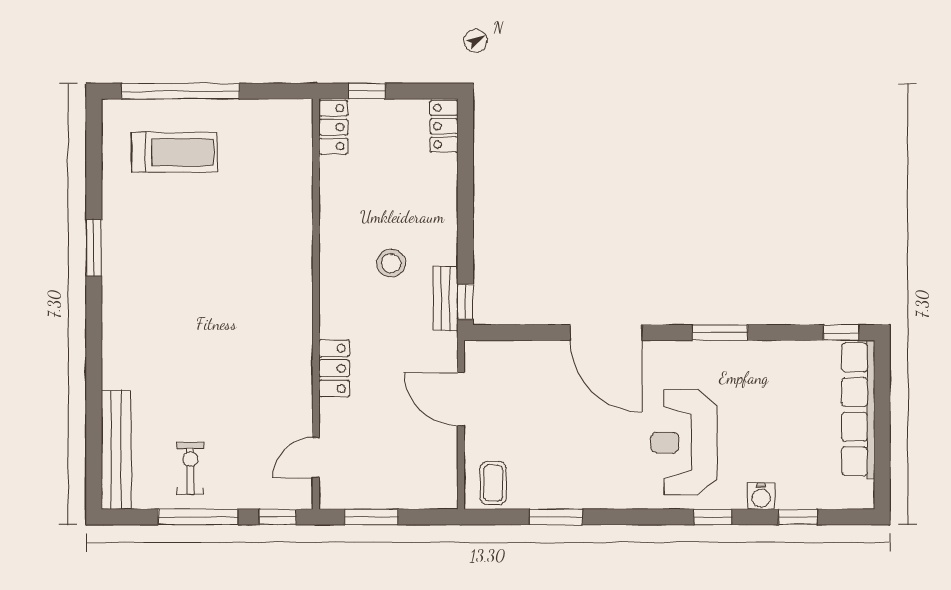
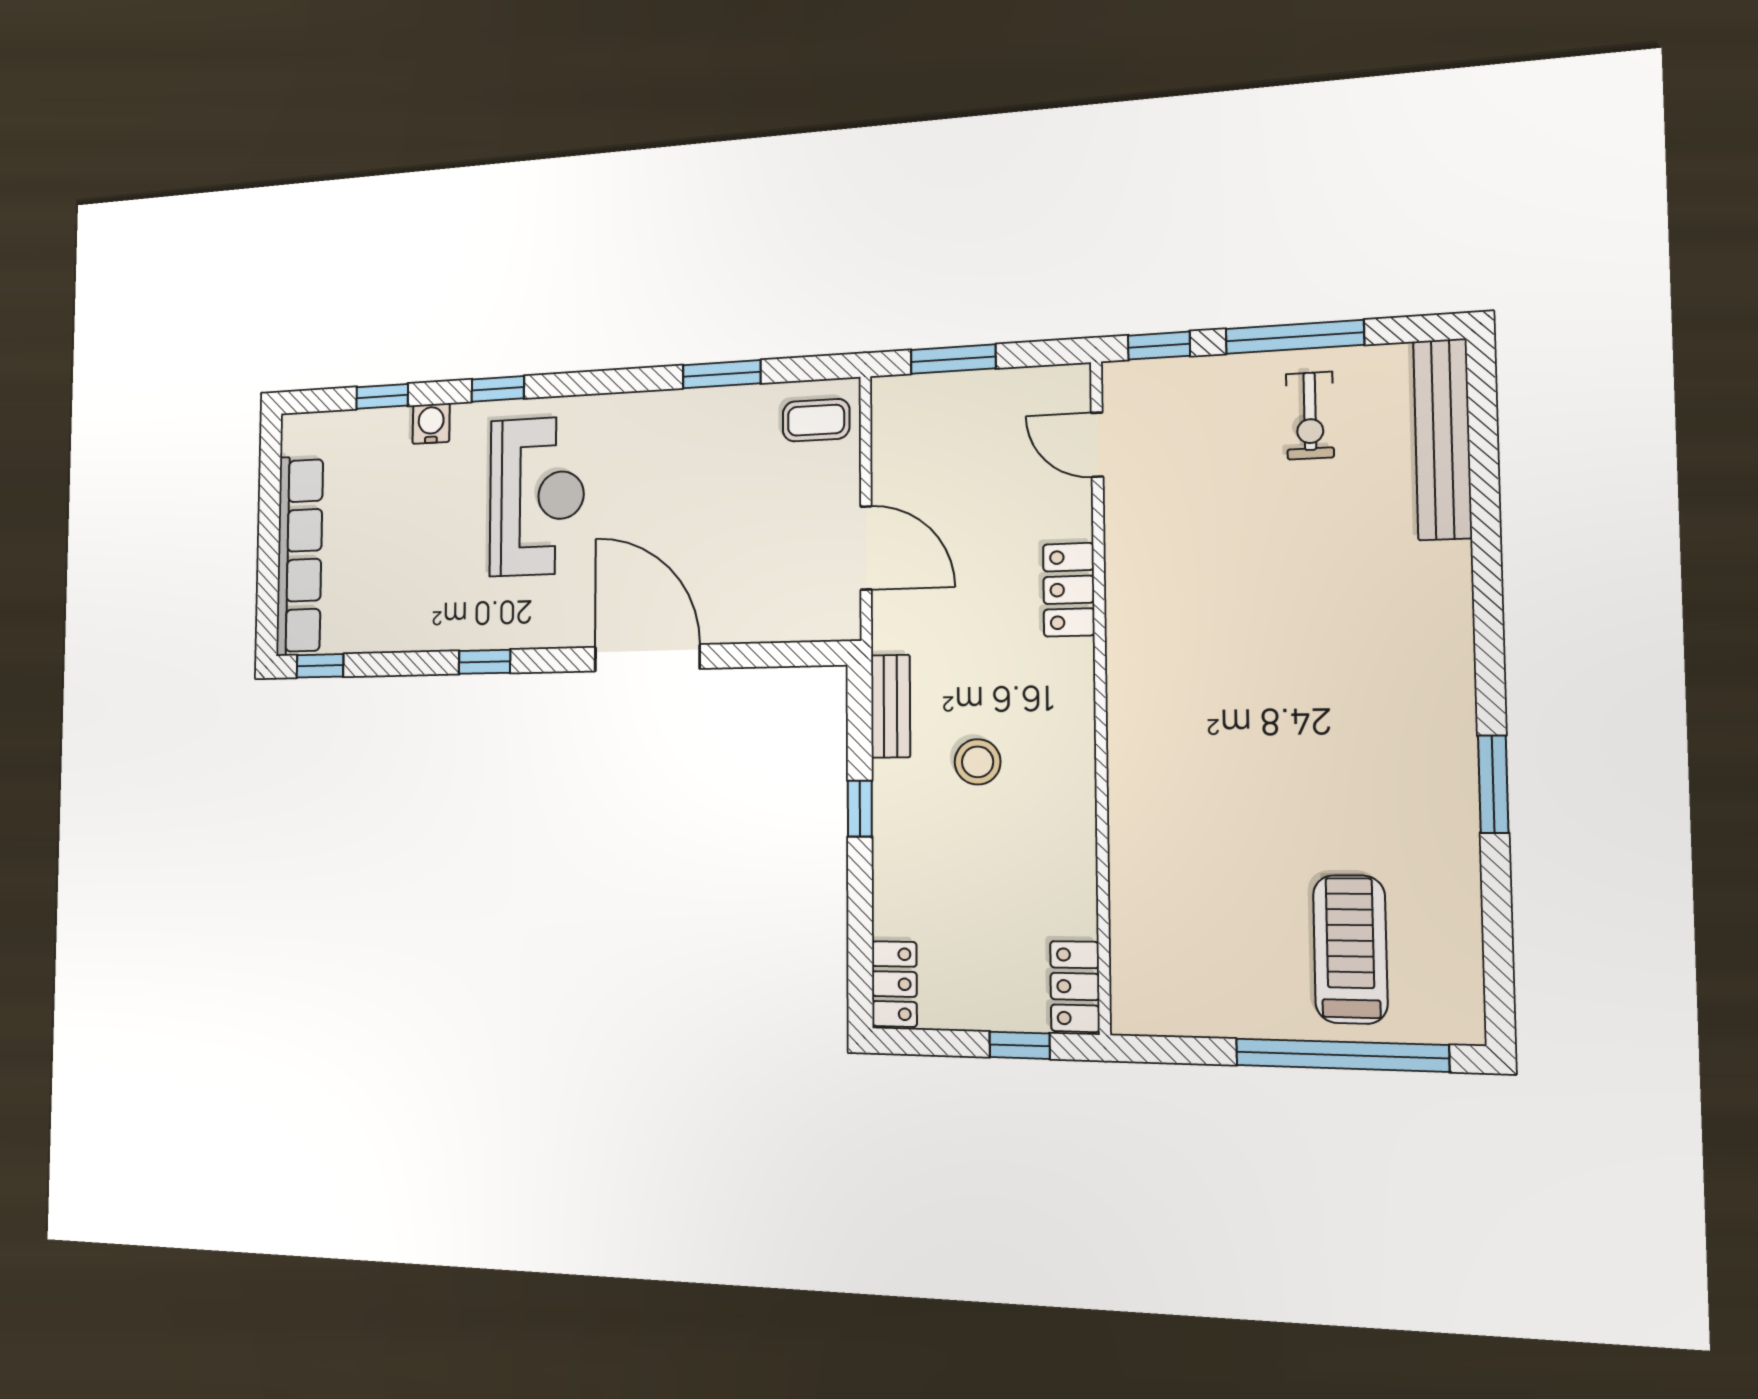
treadmill: (174, 152) -> (1350, 949), turned 90
window: (465, 302) -> (860, 809), moved
window: (720, 333) -> (485, 662), width x0.67
door: (316, 458) -> (1097, 445), swing flipped
coffee table: (493, 483) -> (816, 420), turned 90
window: (371, 517) -> (953, 359), moved

